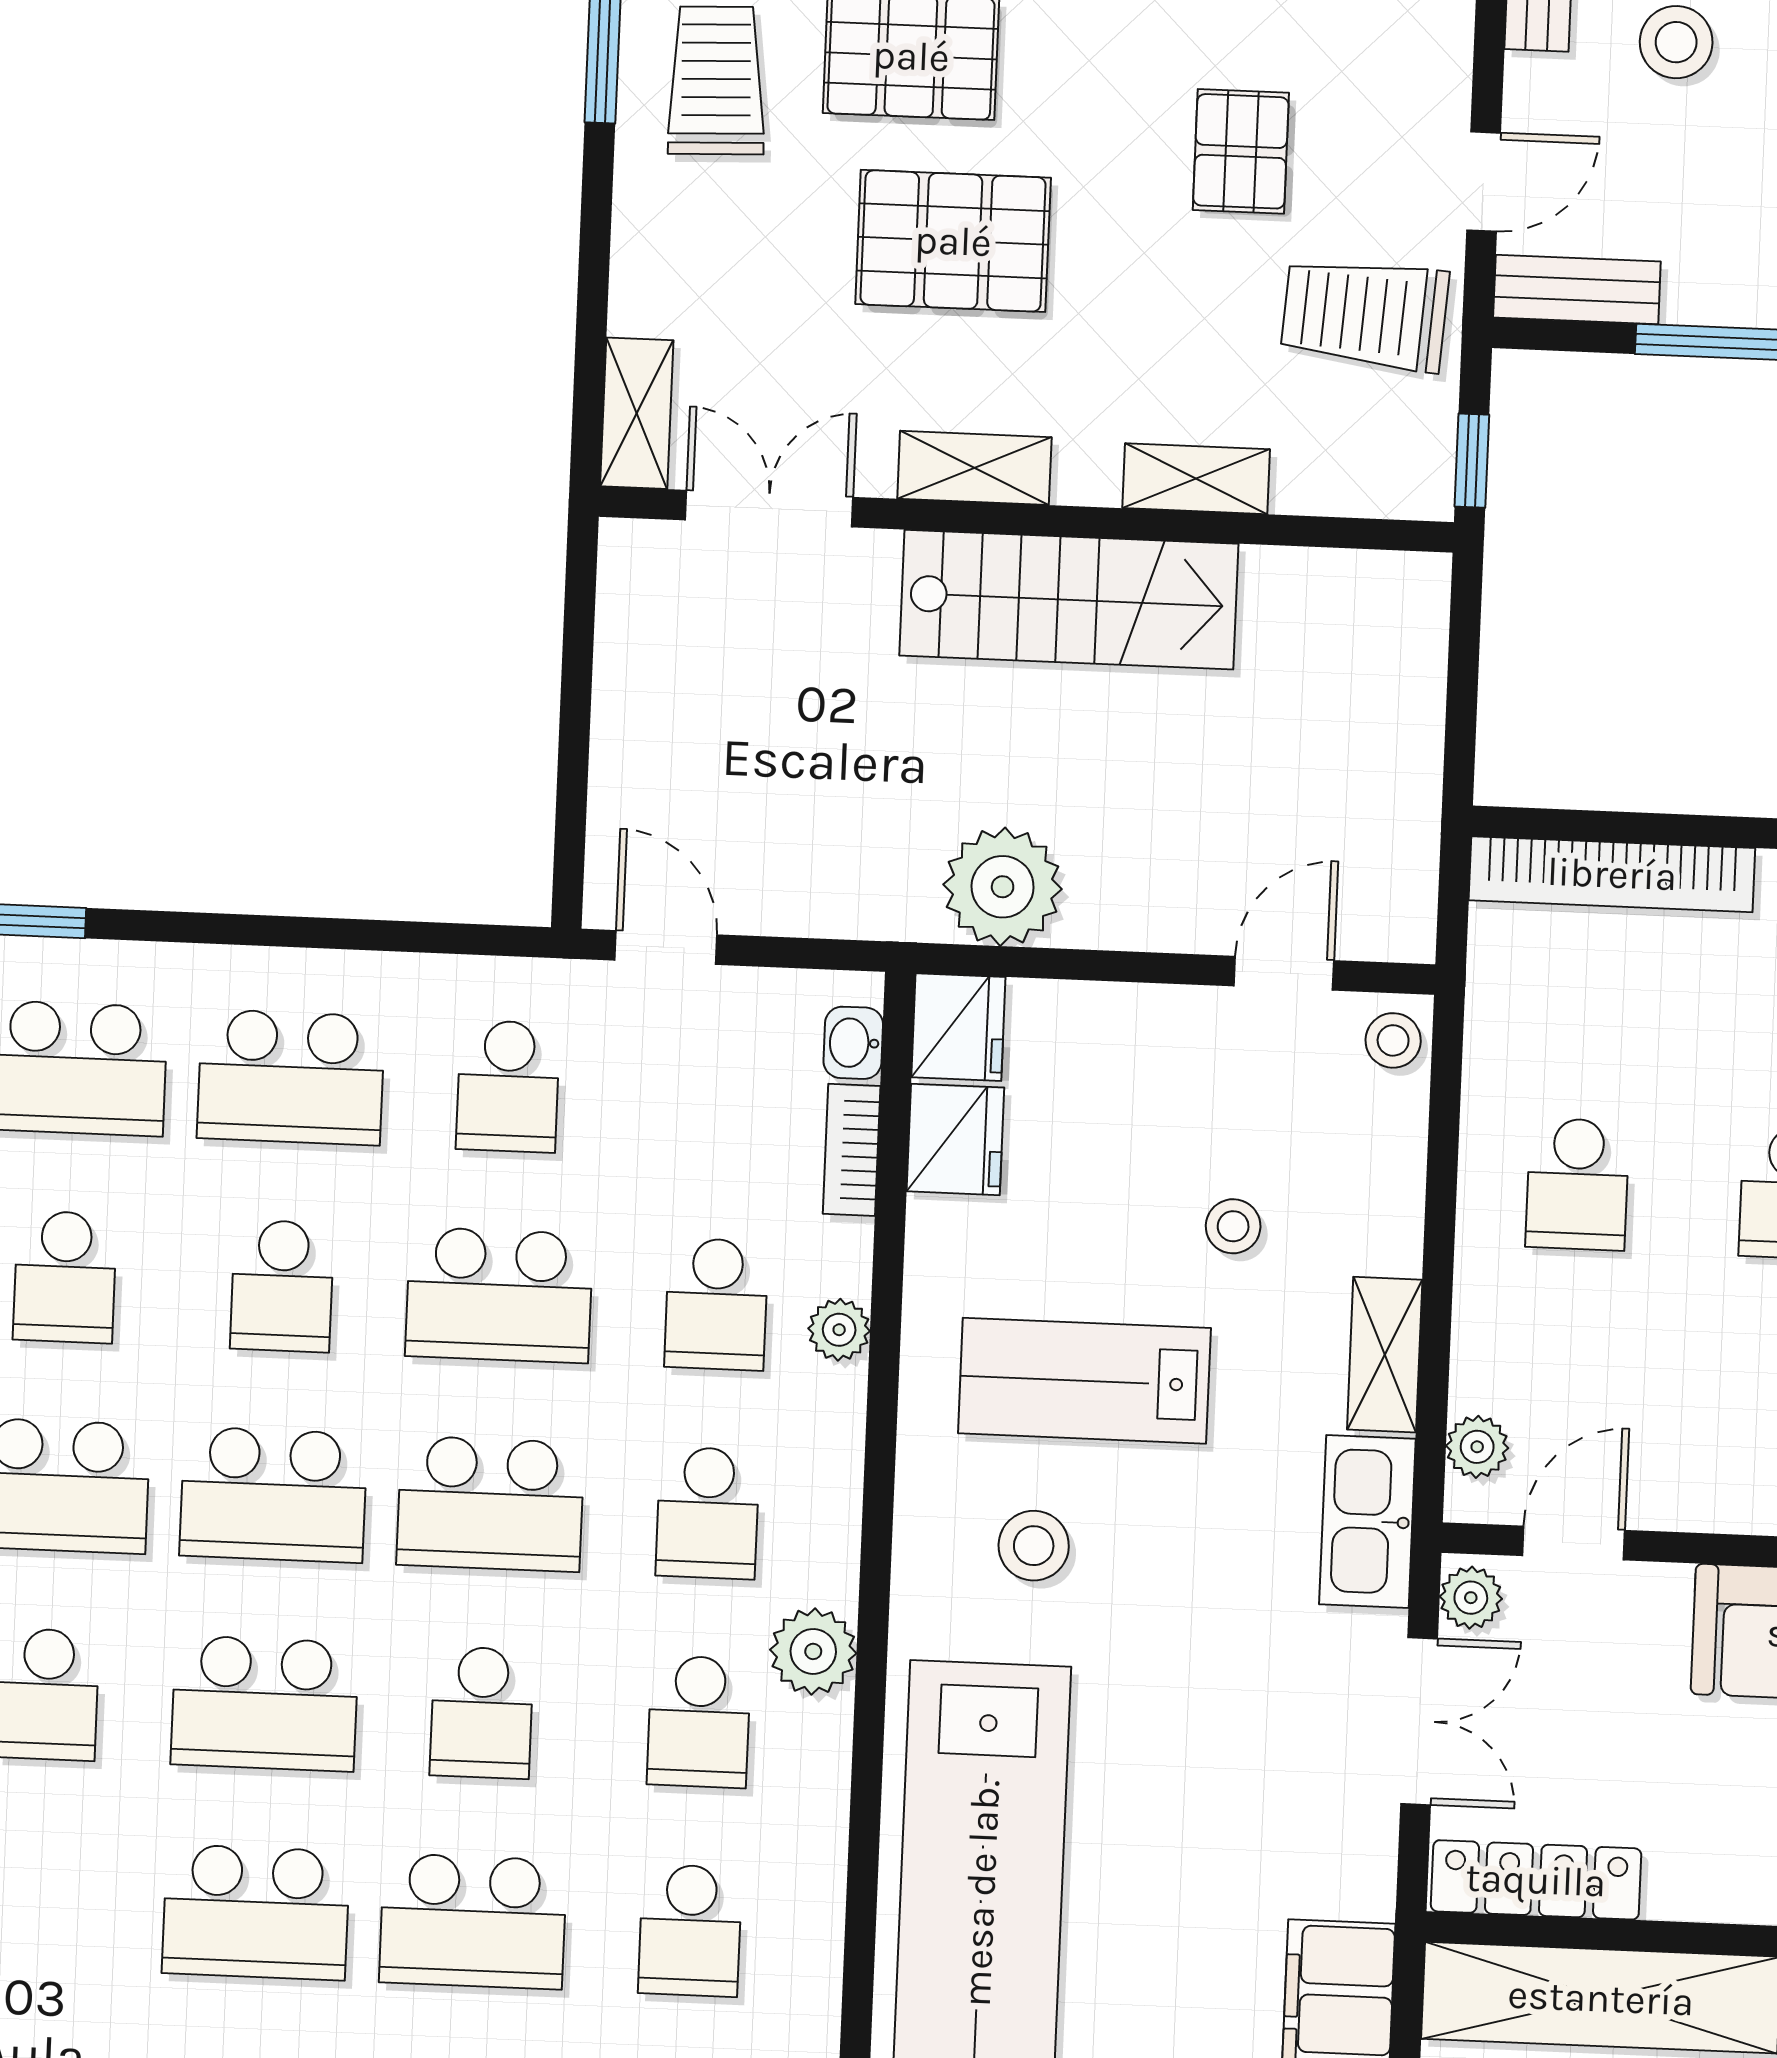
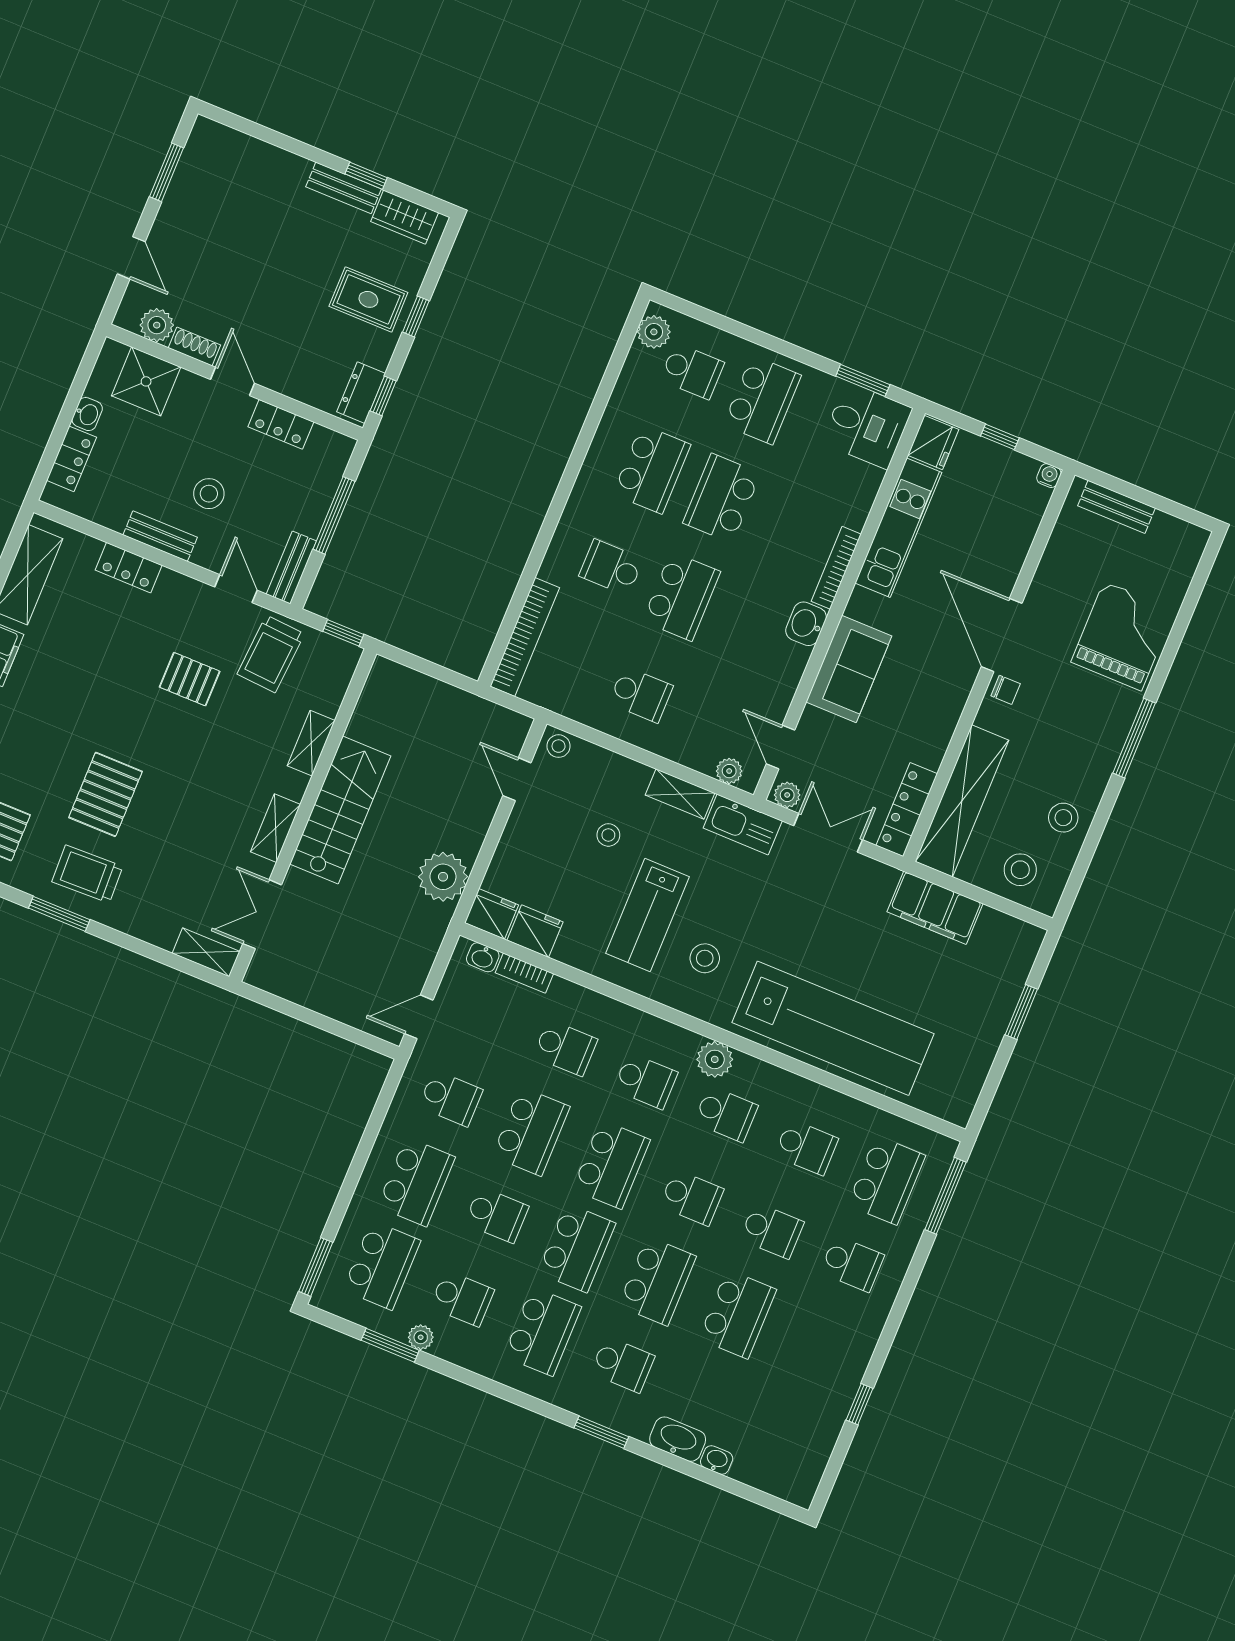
pallet: (953, 241) -> (184, 804), removed
plant: (839, 1330) -> (593, 1004), removed
school desk: (473, 1921) -> (772, 1231), width x0.54

